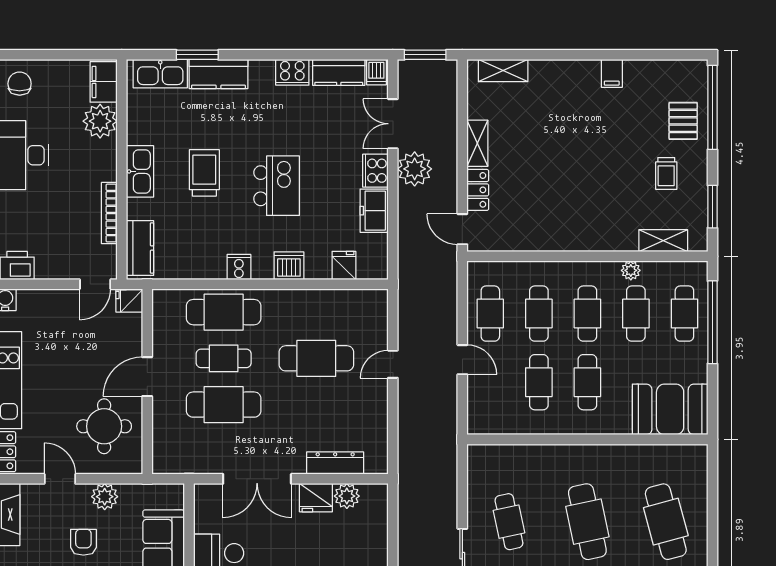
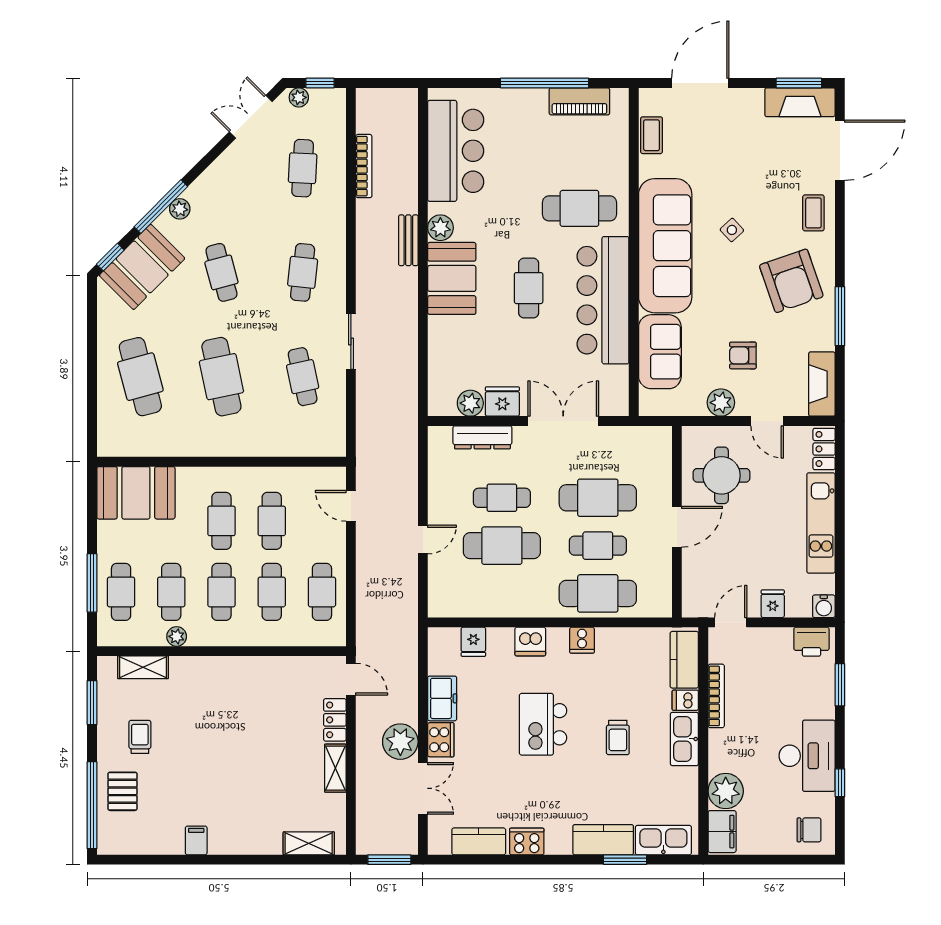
dishwasher: (376, 72) -> (685, 700), moved, turned -90
chair: (20, 84) -> (809, 830), turned -90
trolley: (204, 173) -> (618, 738), width x0.73, depth x0.72
fridge: (129, 301) -> (773, 604), moved, turned -90
window: (712, 322) -> (92, 583), width x0.68
door: (462, 360) -> (351, 506), moved
cafe table: (316, 405) -> (502, 498), added
armchair: (83, 542) -> (743, 355), turned 90

